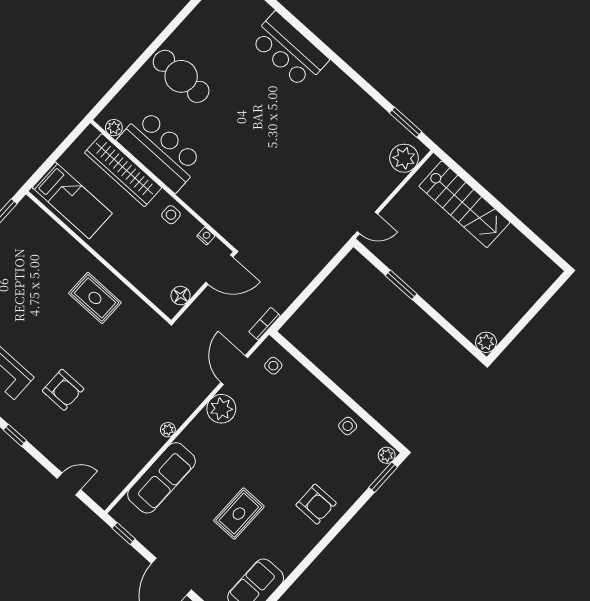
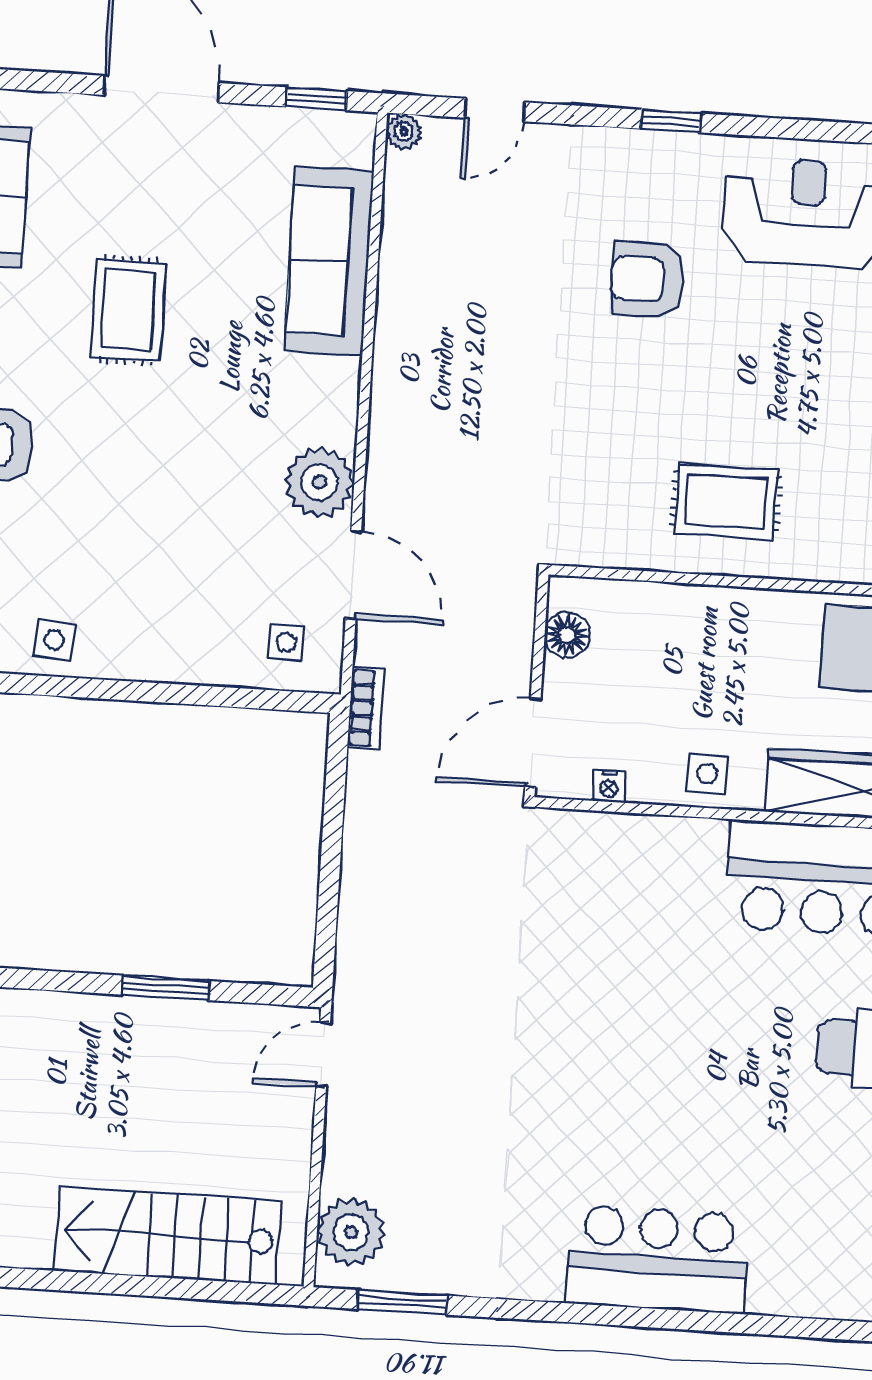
bar counter: (289, 50) -> (657, 1259), moved
plant: (168, 430) -> (404, 132), moved

